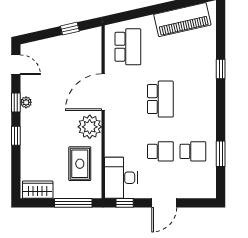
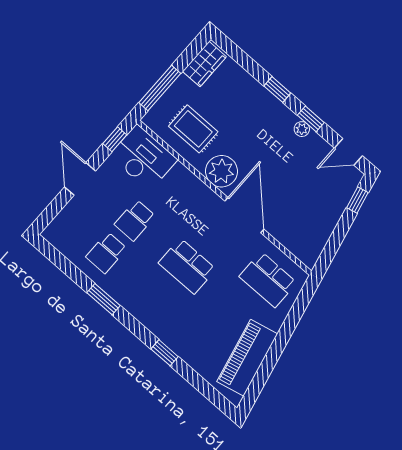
window: (70, 29) -> (357, 200), moved
window: (221, 154) -> (103, 299), moved

